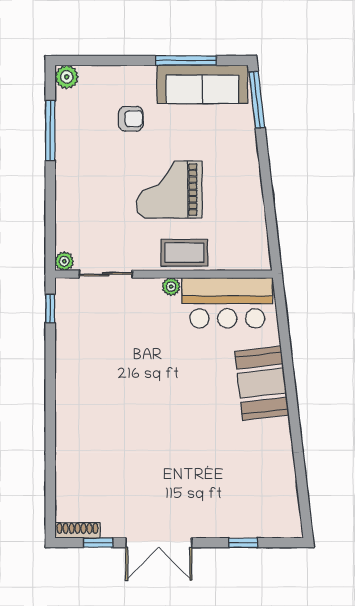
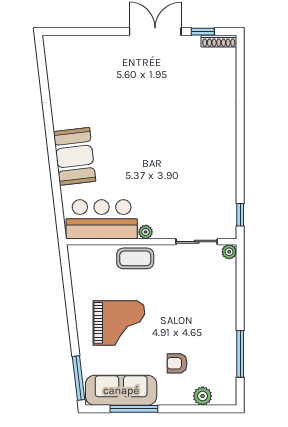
plant: (67, 77) -> (203, 396), moved
grand piano: (169, 190) -> (119, 323), moved
window: (243, 543) -> (89, 32), removed

